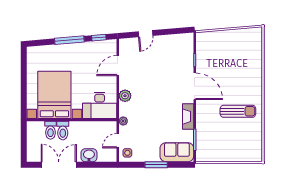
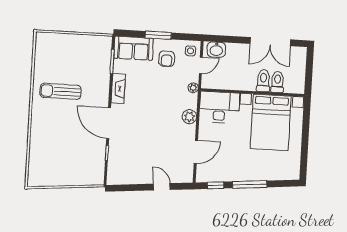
door: (145, 34) -> (162, 187), hinge flipped
armchair: (148, 145) -> (167, 59), added
washbasin: (89, 155) -> (216, 50), moved

